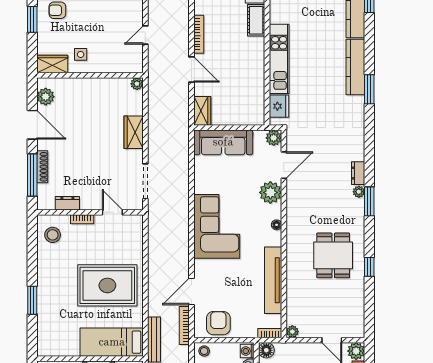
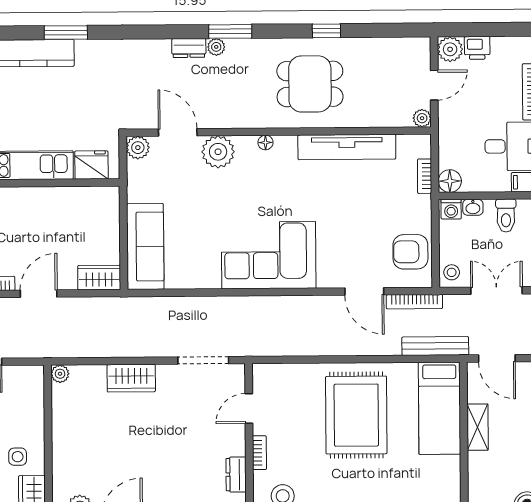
plant: (274, 138) -> (138, 148), moved
door: (284, 165) -> (178, 132), moved
plant: (270, 192) -> (218, 152), moved
floor lamp: (277, 225) -> (265, 143), moved
wall: (284, 234) -> (279, 132), moved
tv unit: (273, 280) -> (347, 147), moved
plant: (292, 332) -> (422, 118), moved

